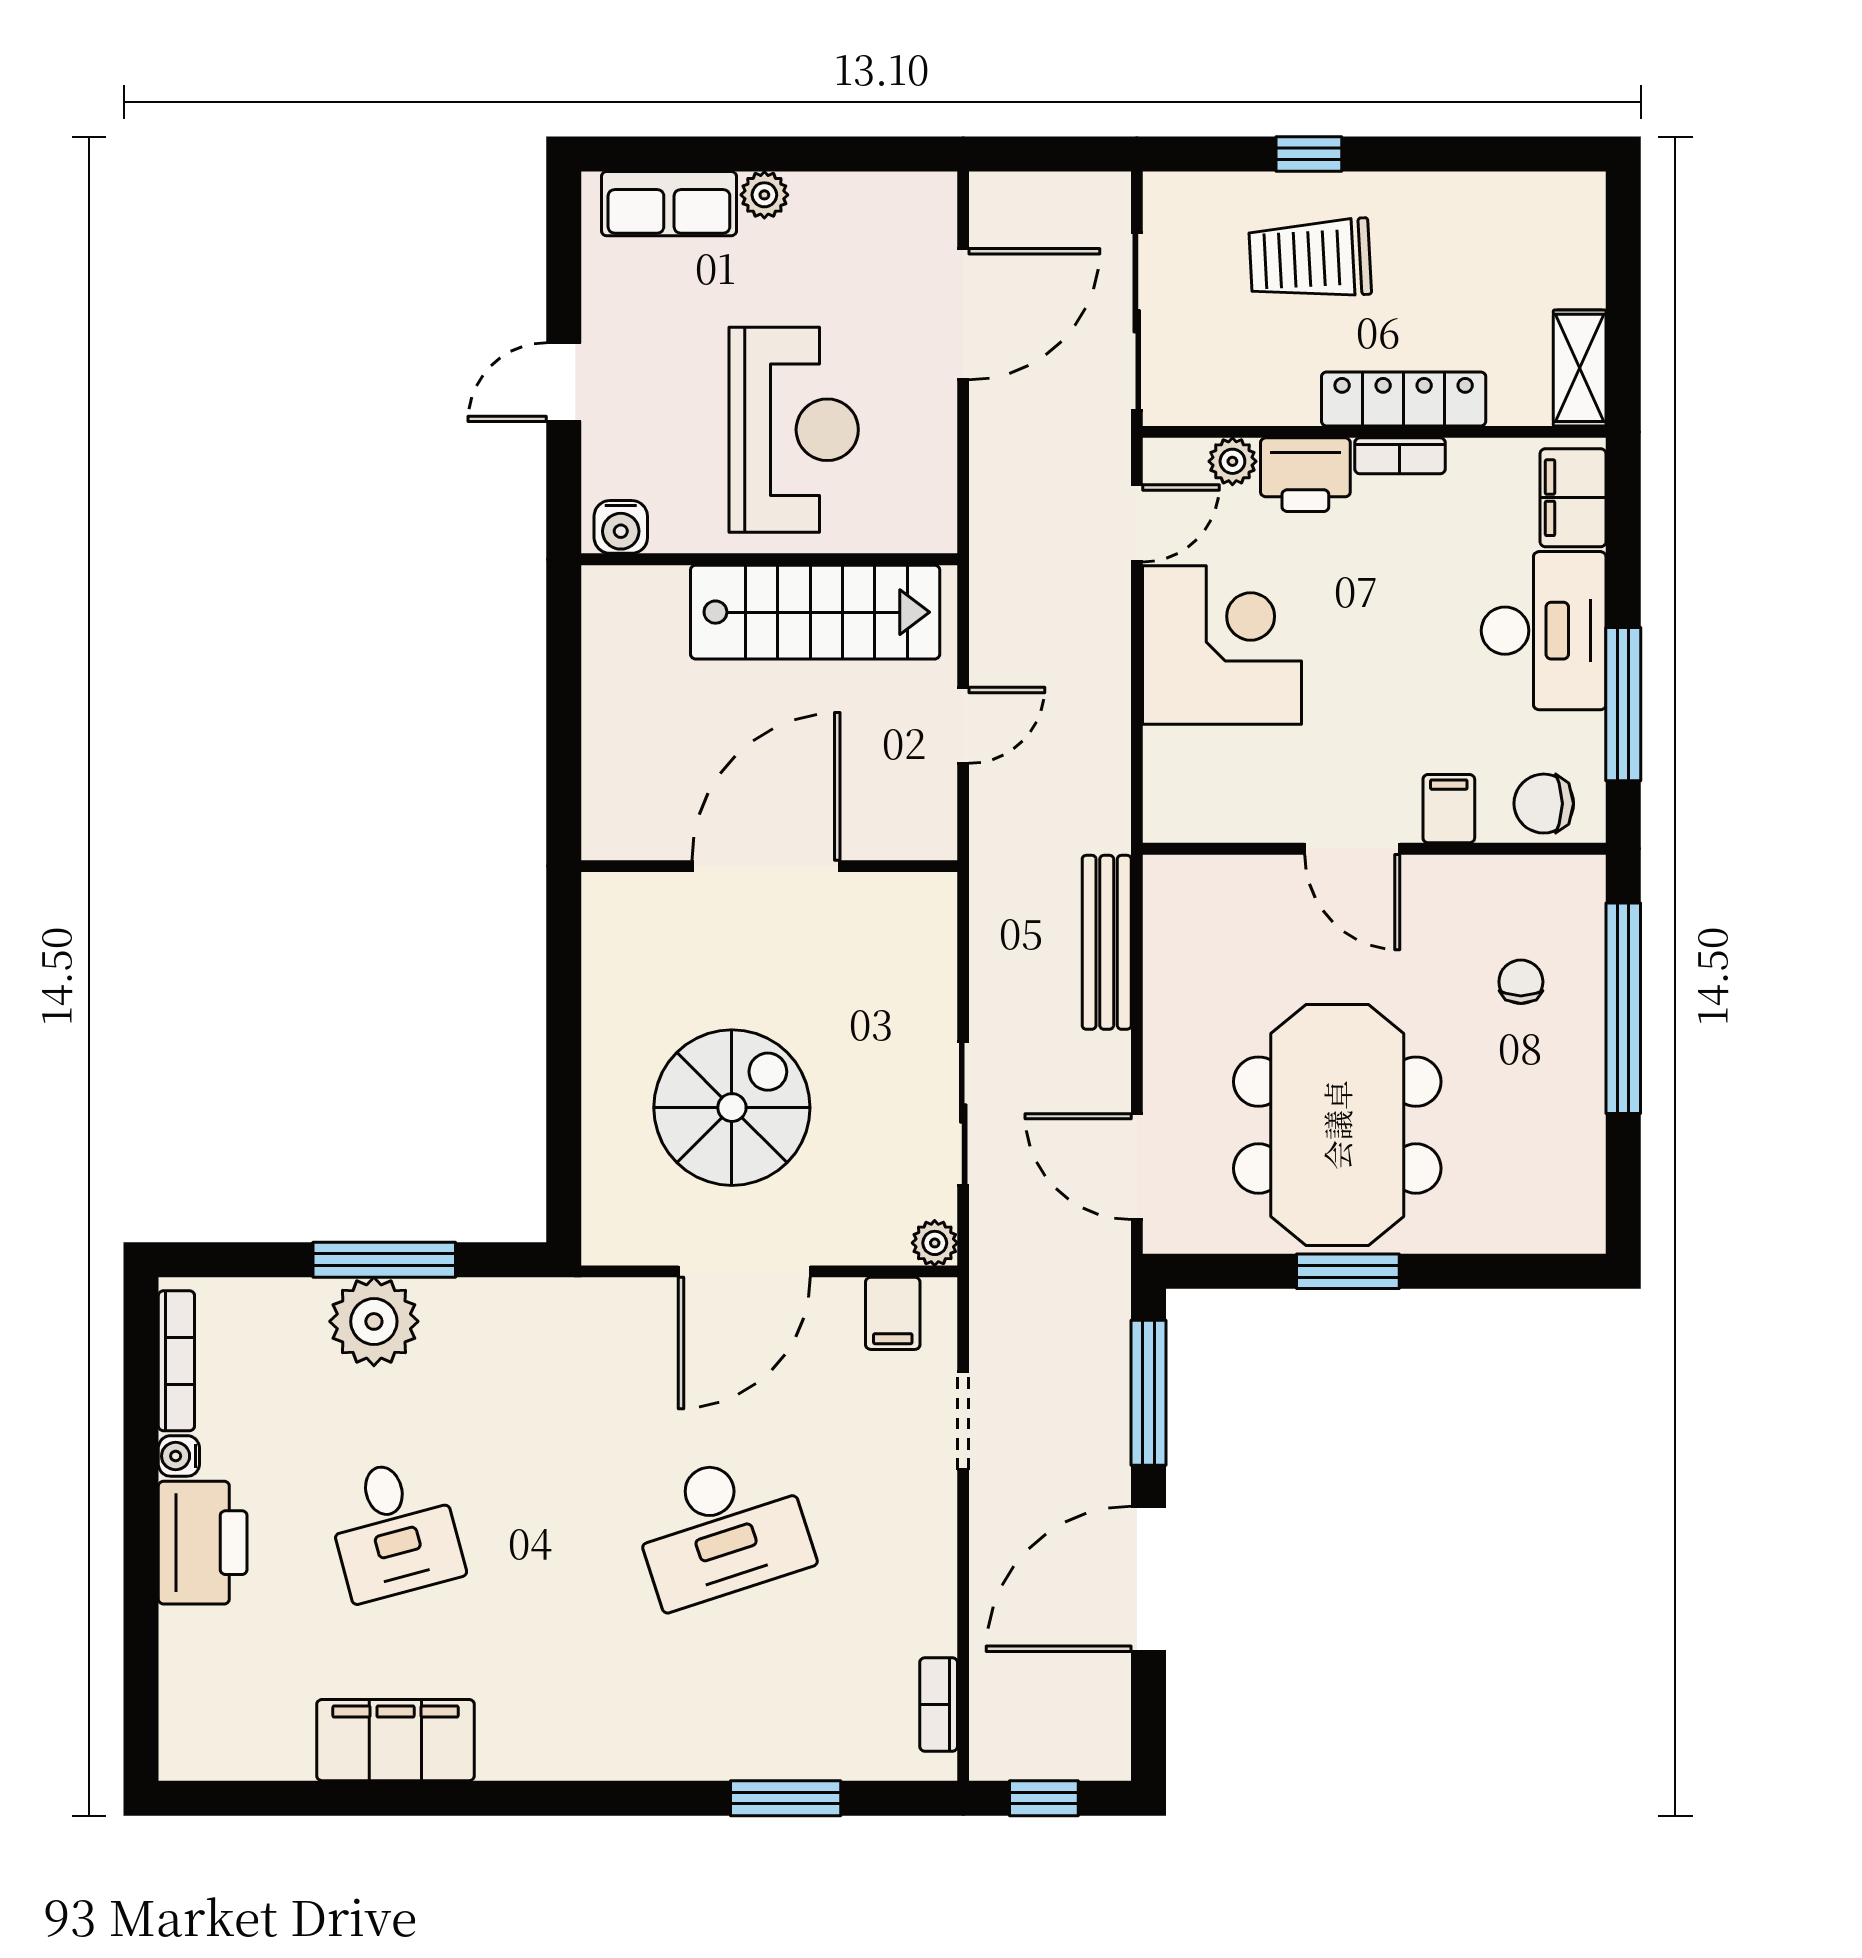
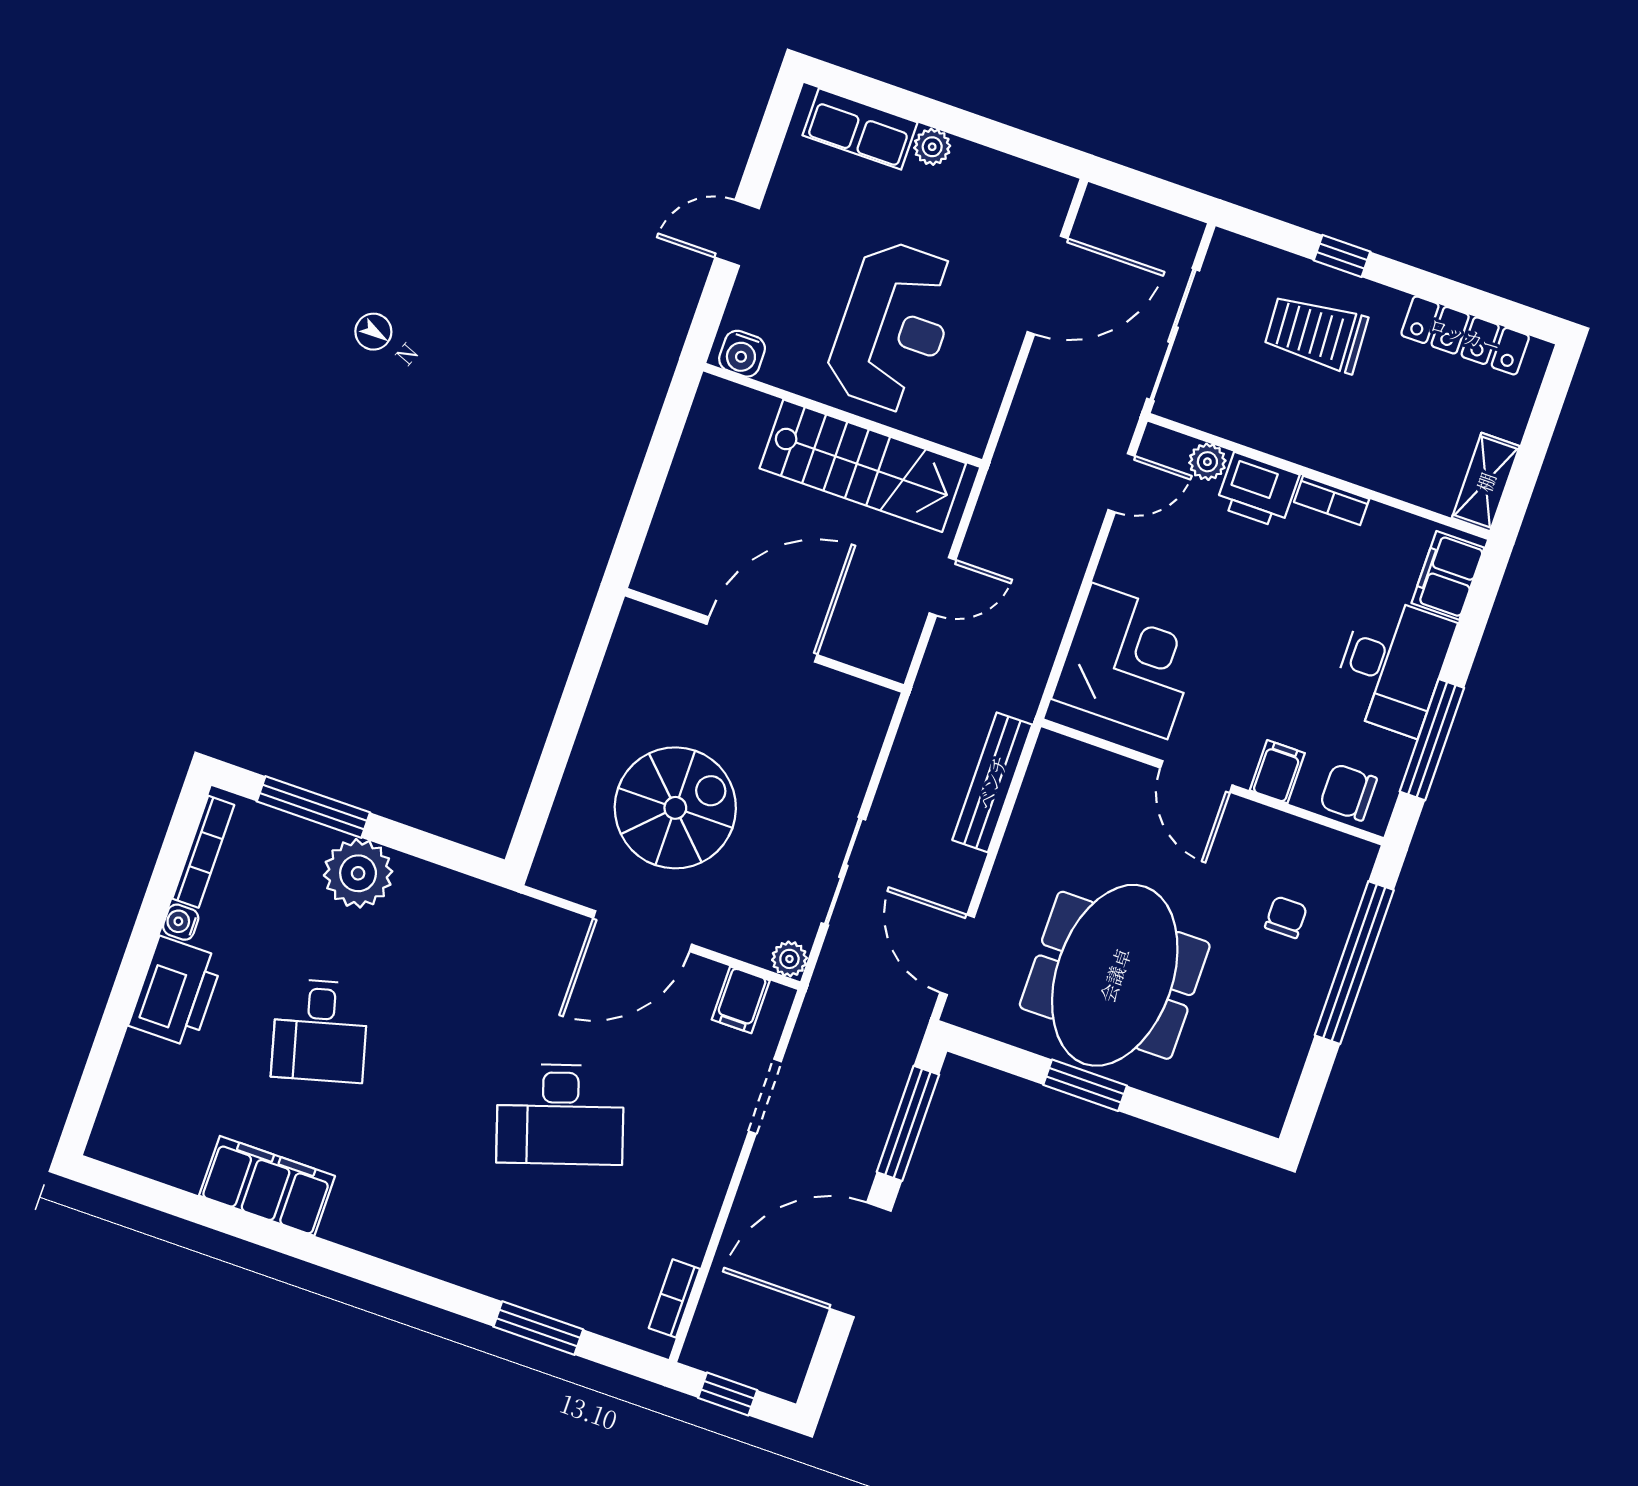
locker: (1404, 399) -> (1465, 335), moved, turned 180
corner desk: (1222, 645) -> (1129, 661), moved
window: (384, 1260) -> (313, 807), moved

